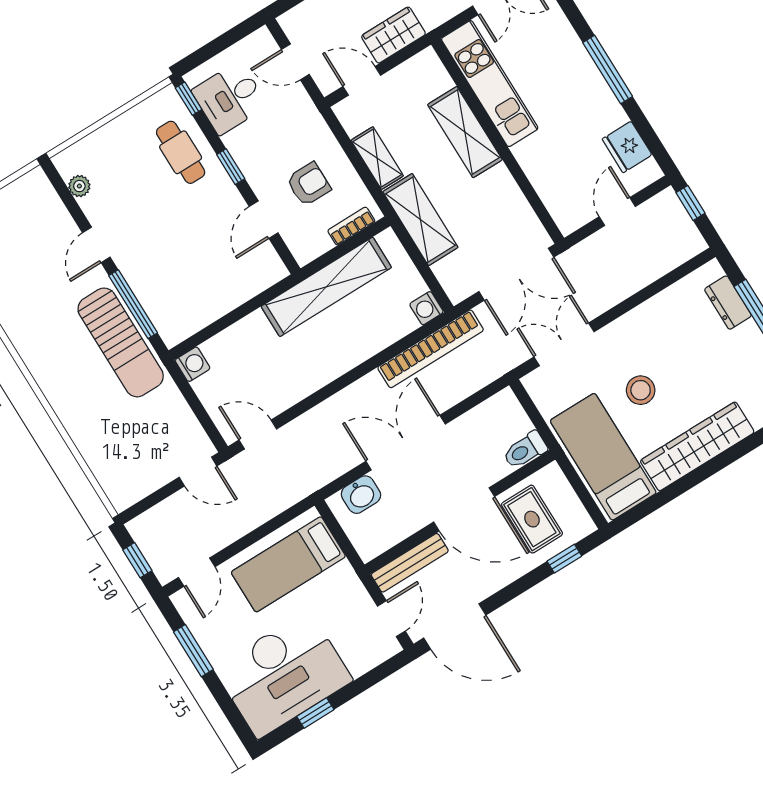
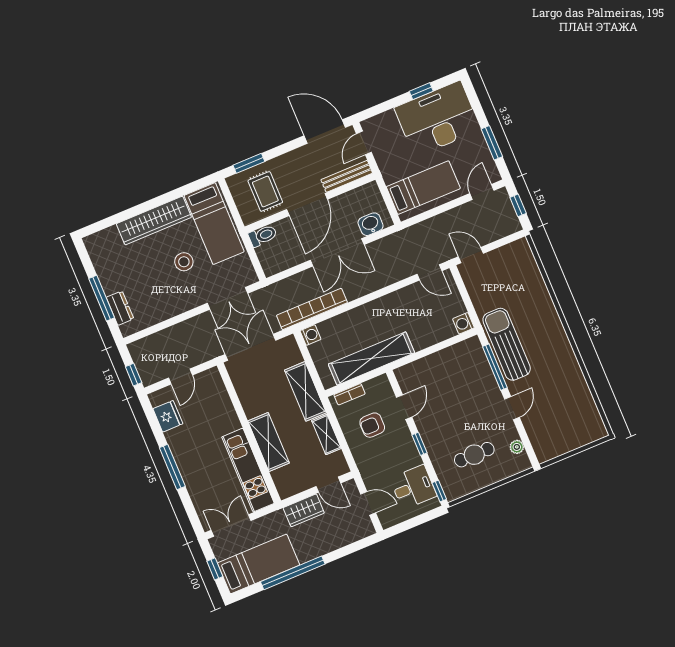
cafe table: (181, 152) -> (474, 455), moved, turned 90
door: (464, 509) -> (307, 204), swing flipped
window: (564, 559) -> (249, 163), width x1.50

